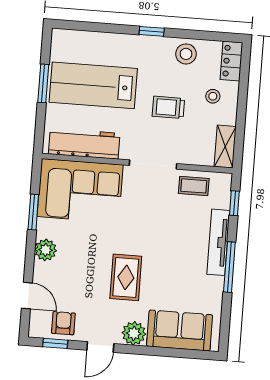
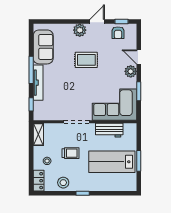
lab bench: (93, 85) -> (112, 162), turned 180
workbench: (84, 144) -> (109, 130), width x0.73
coffee table: (194, 186) -> (54, 112), removed
rug: (126, 277) -> (86, 60), turned 90
door: (27, 296) -> (139, 57), moved
sofa: (180, 330) -> (43, 47), moved, turned -90

